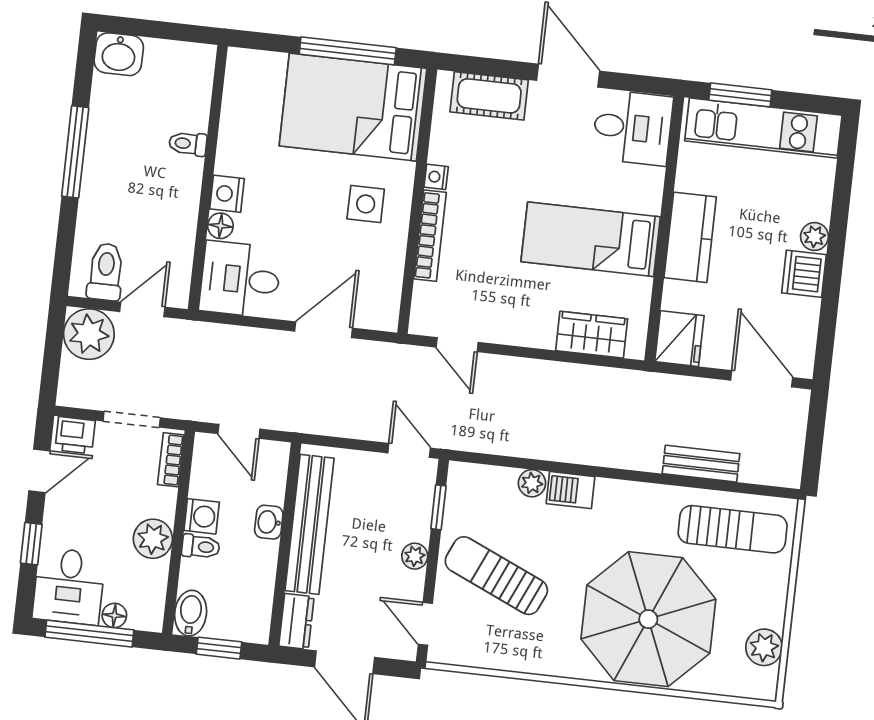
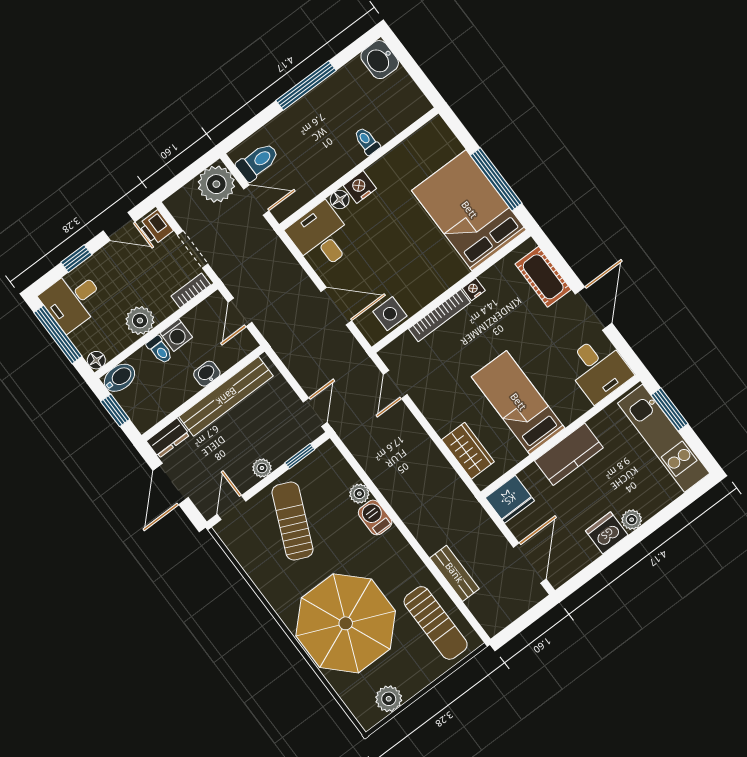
side table: (366, 204) -> (390, 314), moved
floor lamp: (114, 615) -> (96, 360), moved

